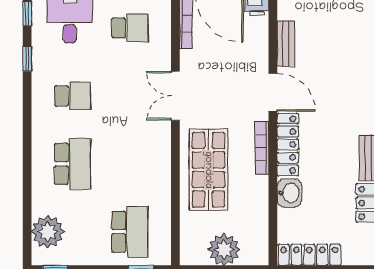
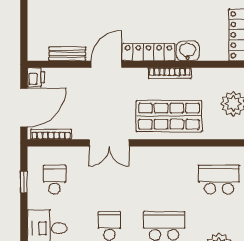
bookcase: (262, 148) -> (170, 73), moved

